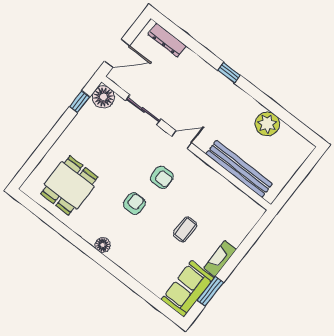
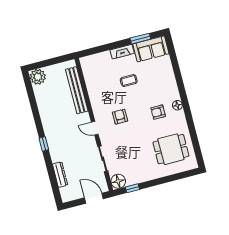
dresser: (167, 40) -> (60, 175), moved
plant: (267, 124) -> (38, 77), moved
armchair: (134, 204) -> (158, 112), moved

